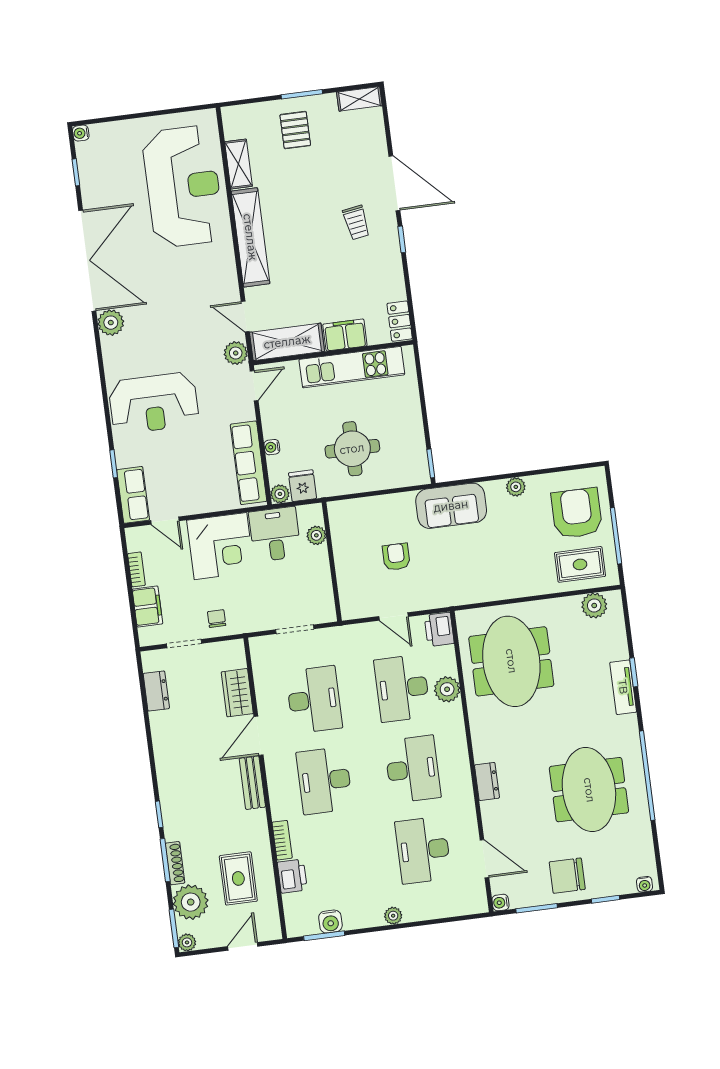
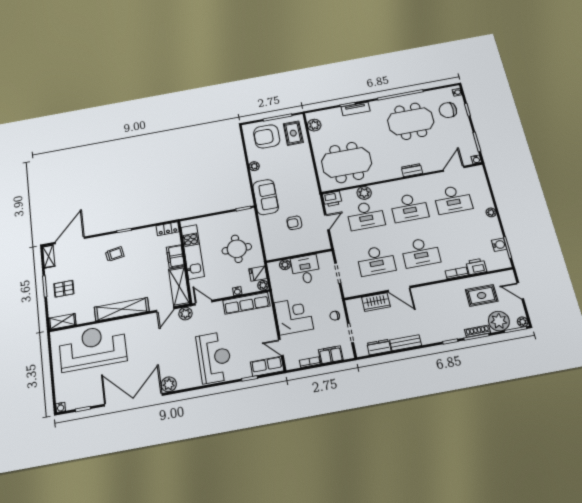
shelving: (238, 164) -> (62, 321), moved
door: (394, 183) -> (70, 240), moved
door: (165, 521) -> (281, 347), swing flipped
desk: (275, 534) -> (306, 269), moved, turned 90
desk: (314, 700) -> (376, 261), turned 180
desk: (413, 769) -> (409, 207), turned 180
bench: (252, 783) -> (406, 343), moved
chair: (567, 876) -> (448, 110), moved, turned 90

